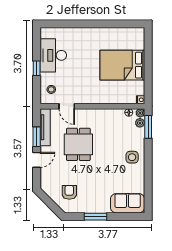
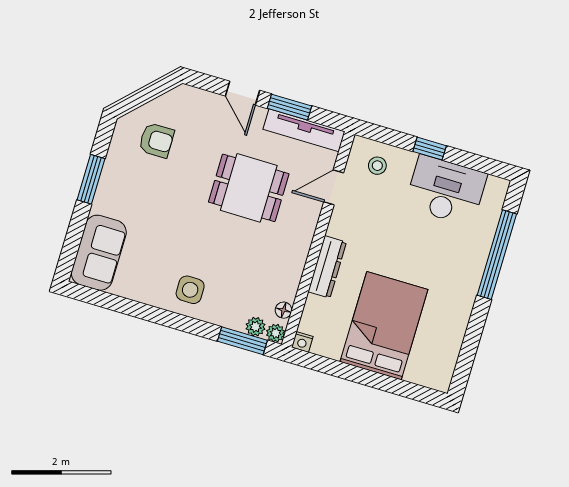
window: (75, 24) -> (497, 255), added
dresser: (104, 99) -> (327, 267), added

